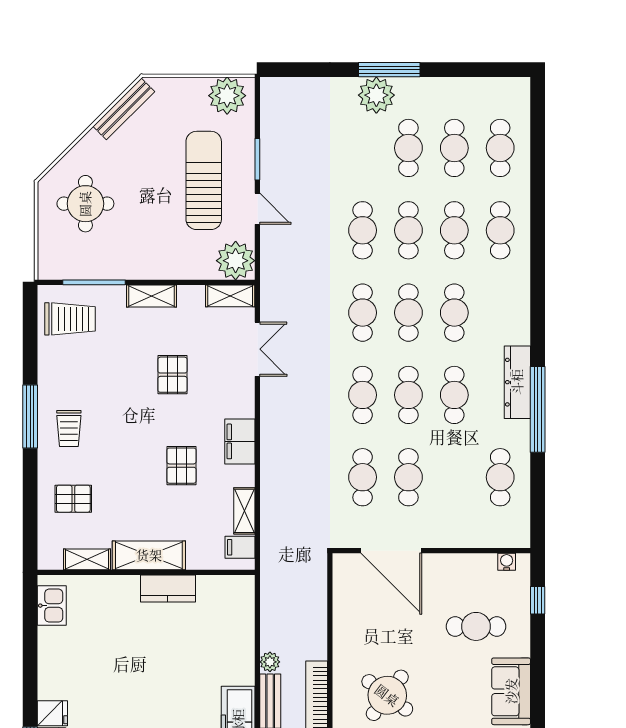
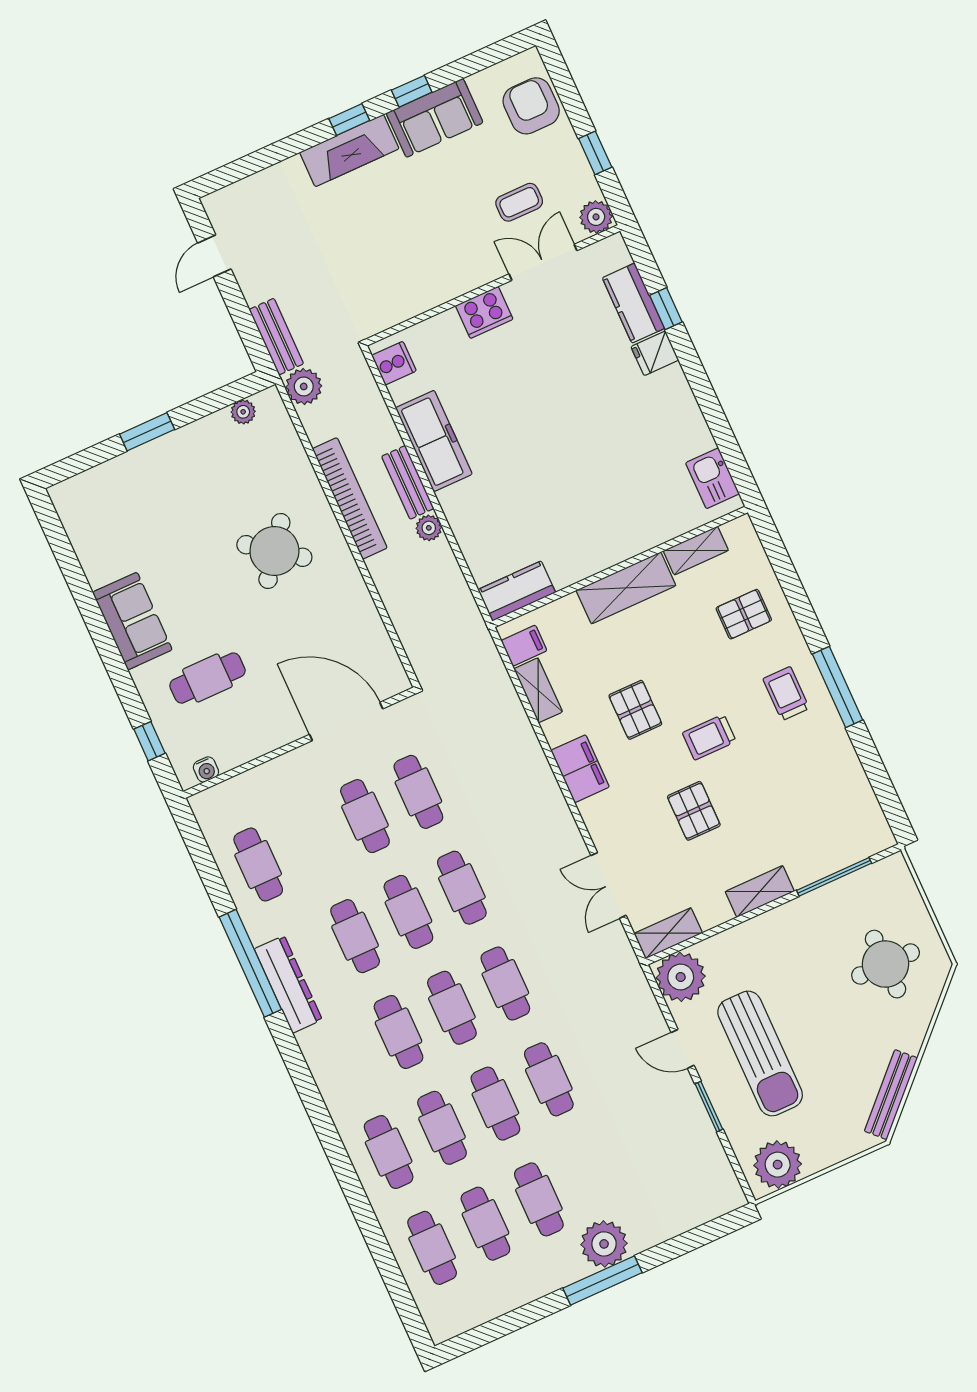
trolley: (70, 319) -> (709, 737), moved, width x0.73, depth x0.72
kitchen counter: (168, 588) -> (517, 591), moved

